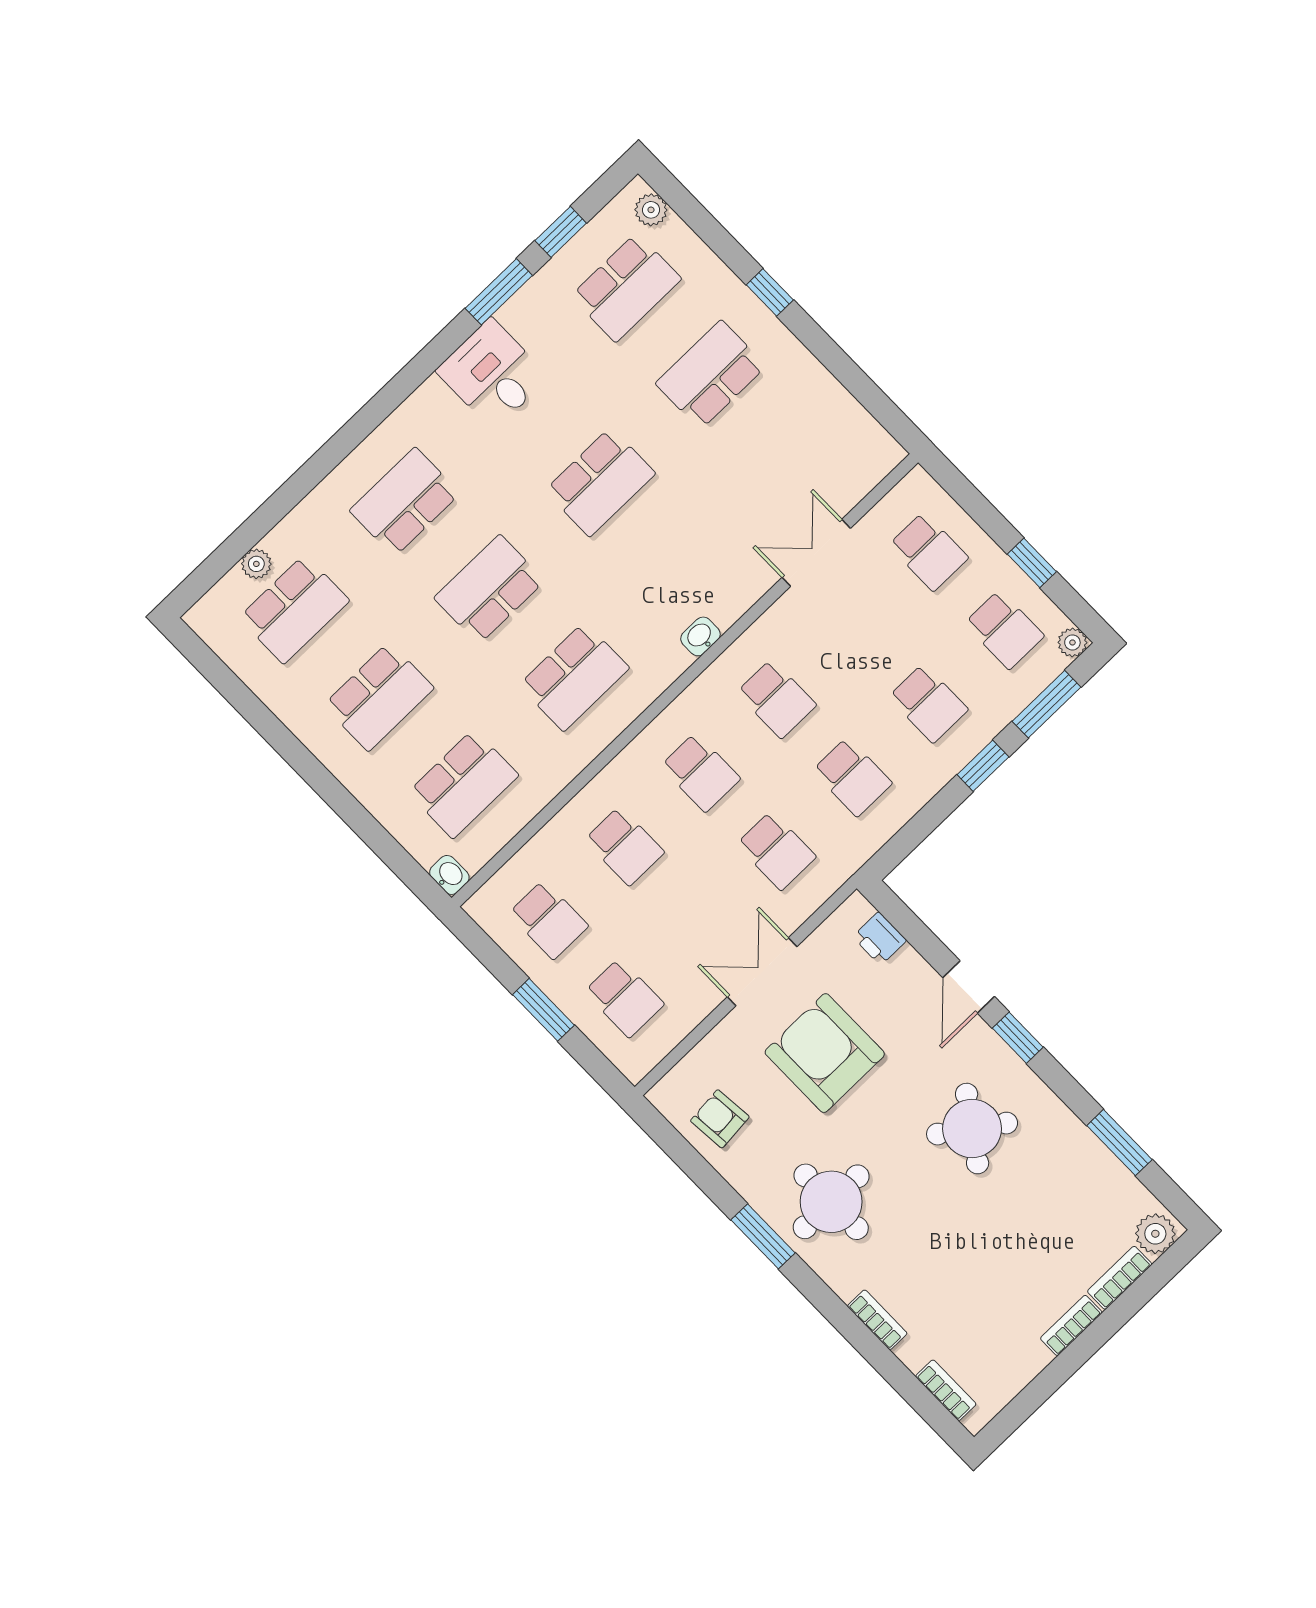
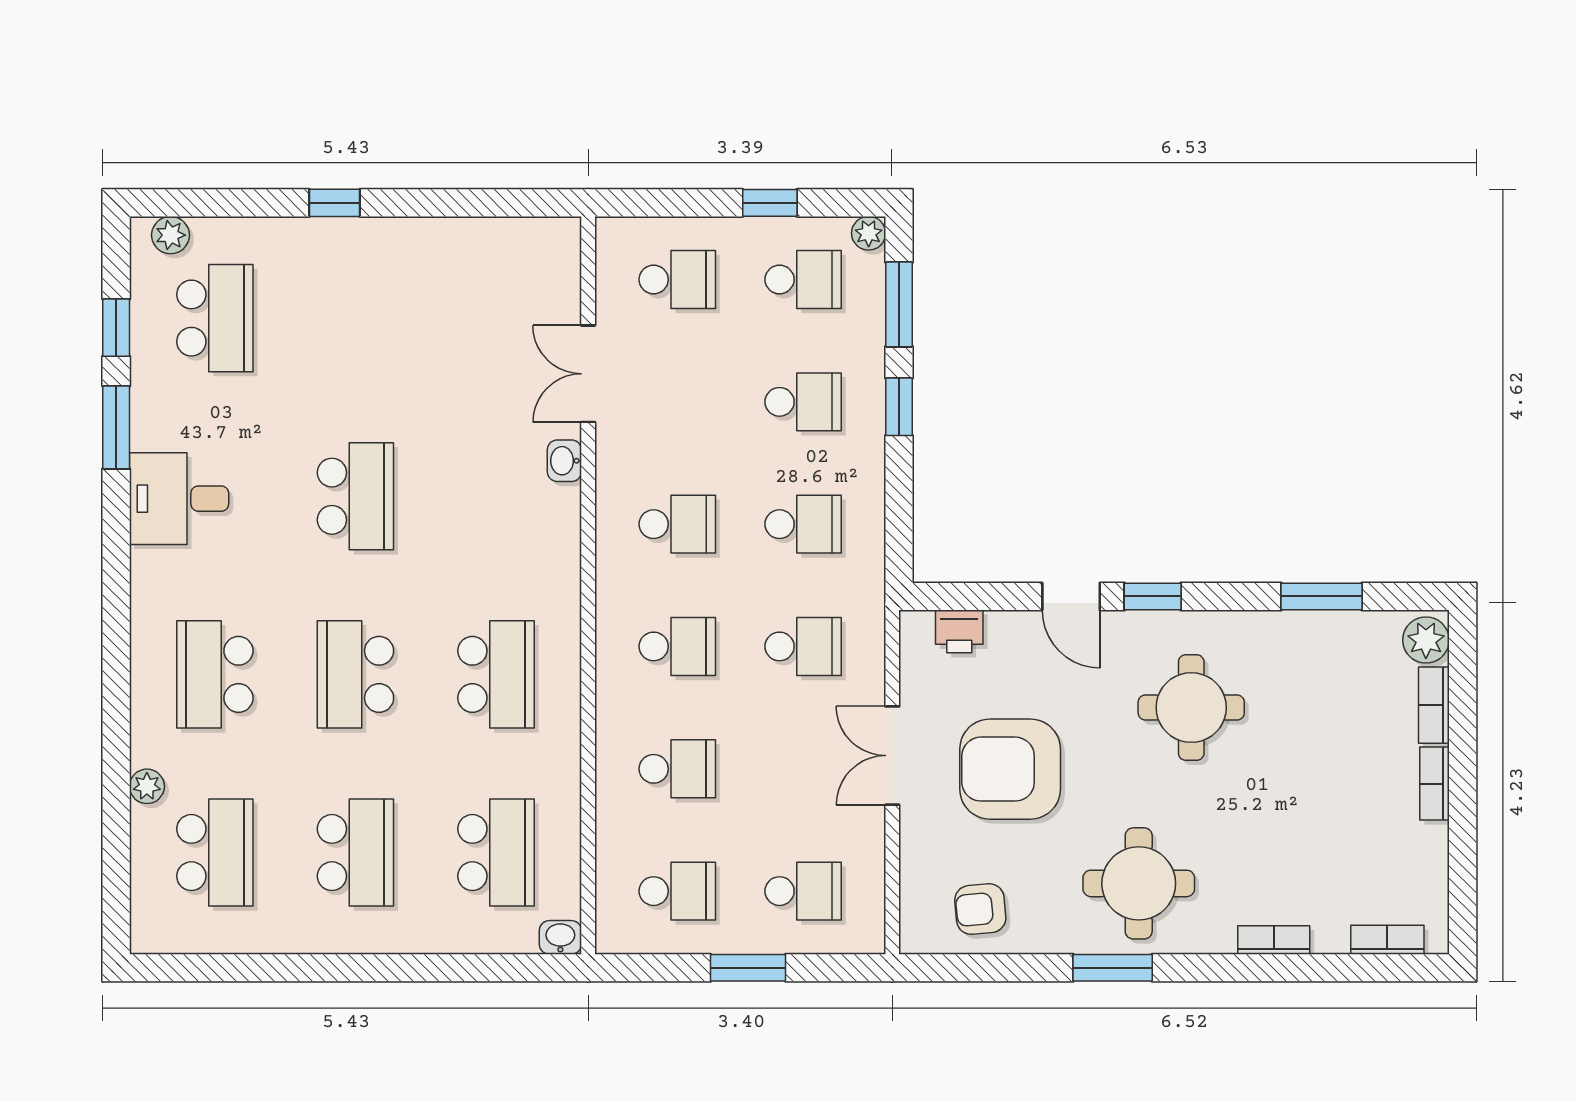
school desk: (711, 375) -> (355, 318), removed
plant: (256, 564) -> (147, 786), moved
washbasin: (700, 636) -> (564, 461), moved
round table: (972, 1129) -> (1191, 708), turned -35

